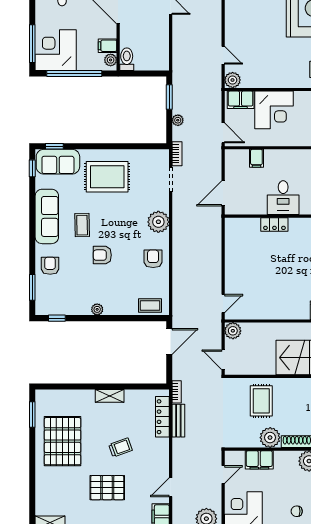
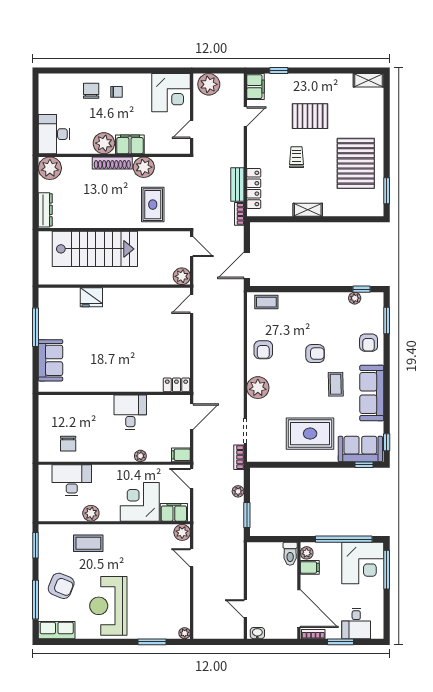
plant: (273, 155) -> (140, 456), added
filing cabinet: (256, 158) -> (181, 455), moved, turned -90
locker: (274, 224) -> (176, 385), moved
plant: (97, 309) -> (355, 298), moved
trolley: (120, 447) -> (297, 157), turned 110
filing cabinet: (259, 460) -> (130, 144), moved

